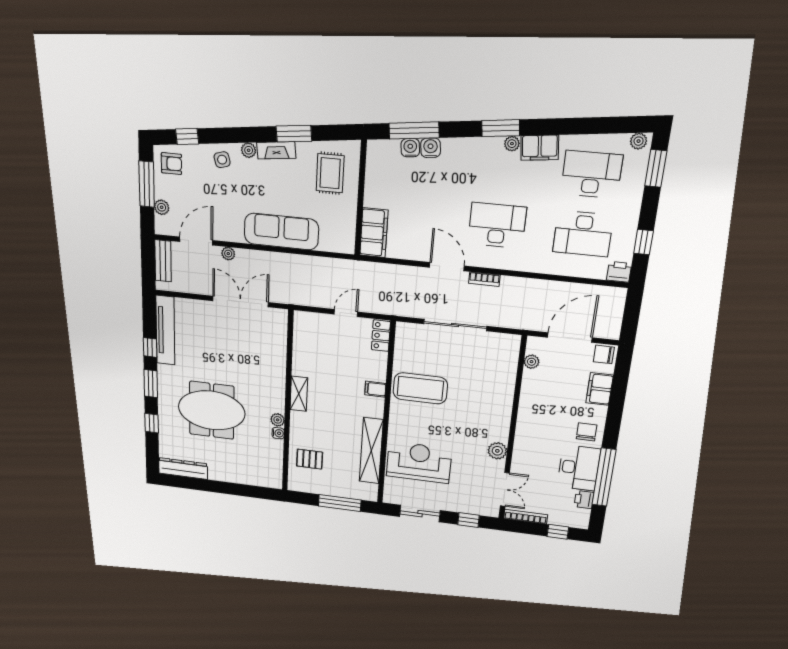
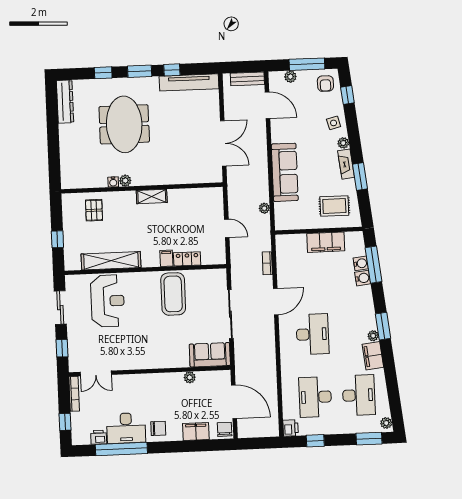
filing cabinet: (374, 233) -> (326, 242), moved
plant: (228, 254) -> (264, 208), moved
bookcase: (484, 279) -> (267, 263), moved
locker: (381, 336) -> (187, 259), moved
sofa: (504, 357) -> (210, 355), added
plant: (532, 362) -> (190, 377), moved
plant: (497, 451) -> (129, 362), removed
window: (340, 503) -> (57, 239), width x0.46

